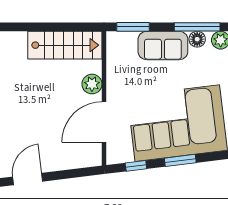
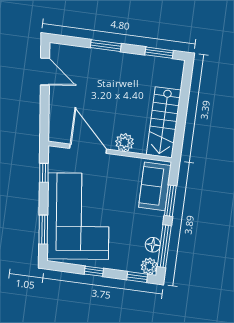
window: (133, 27) -> (170, 201), moved
sofa: (163, 45) -> (155, 186), moved
window: (180, 160) -> (43, 230), moved

